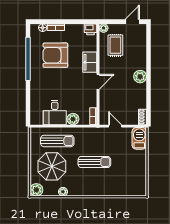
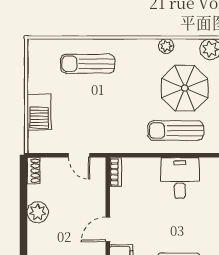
plant: (140, 77) -> (38, 212), moved
plant: (73, 119) -> (149, 167), removed
barbecue: (139, 138) -> (39, 112), moved
sun lounger: (94, 162) -> (88, 64), moved

